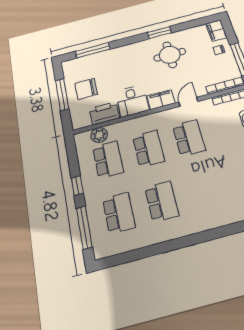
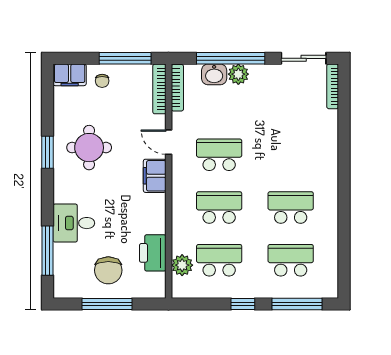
desk: (132, 101) -> (74, 223), moved, turned 180

